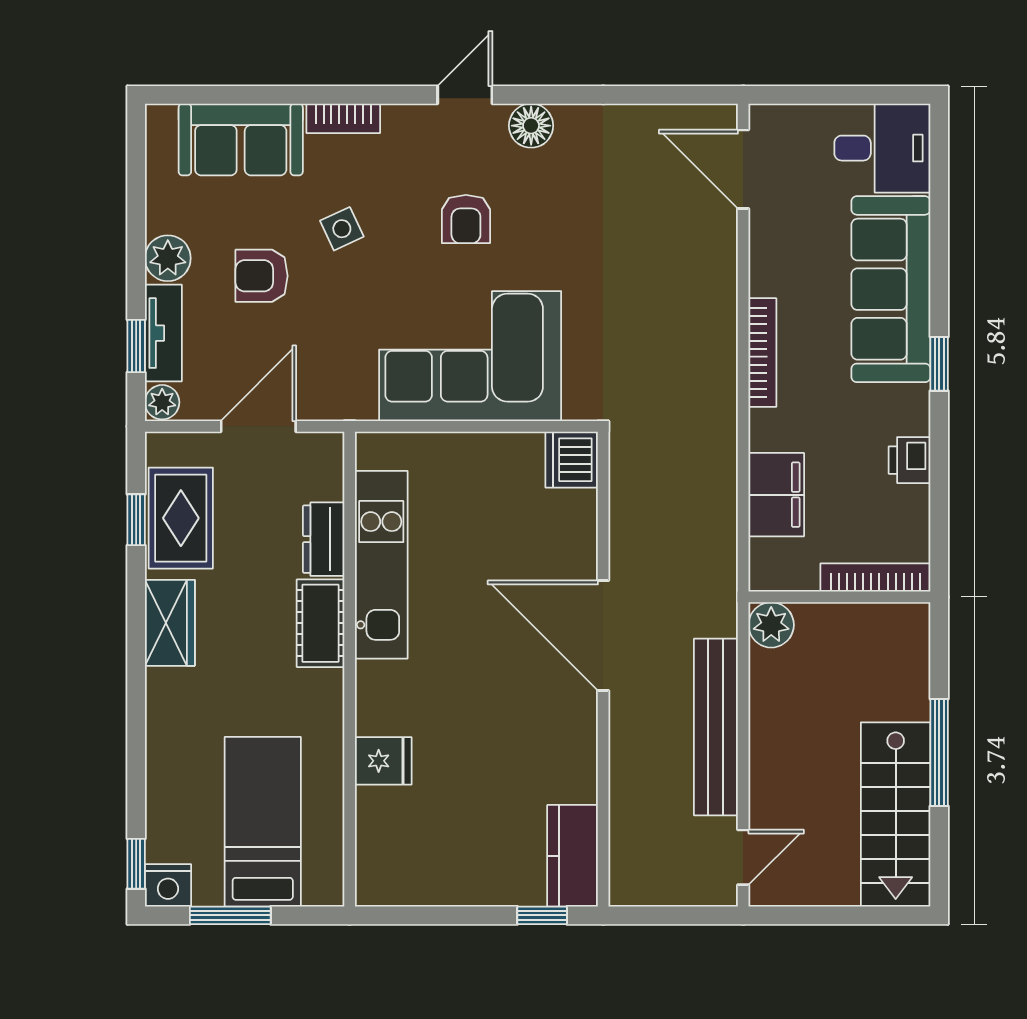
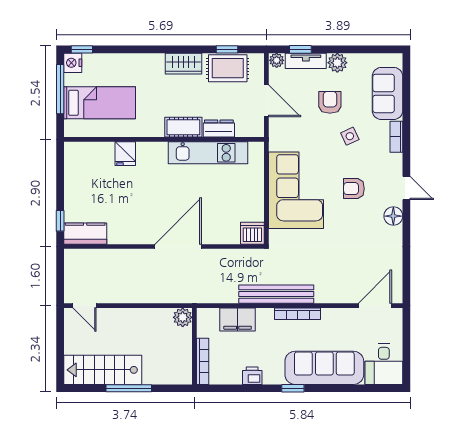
bench: (716, 727) -> (276, 294), moved
window: (230, 915) -> (60, 89), width x1.44

